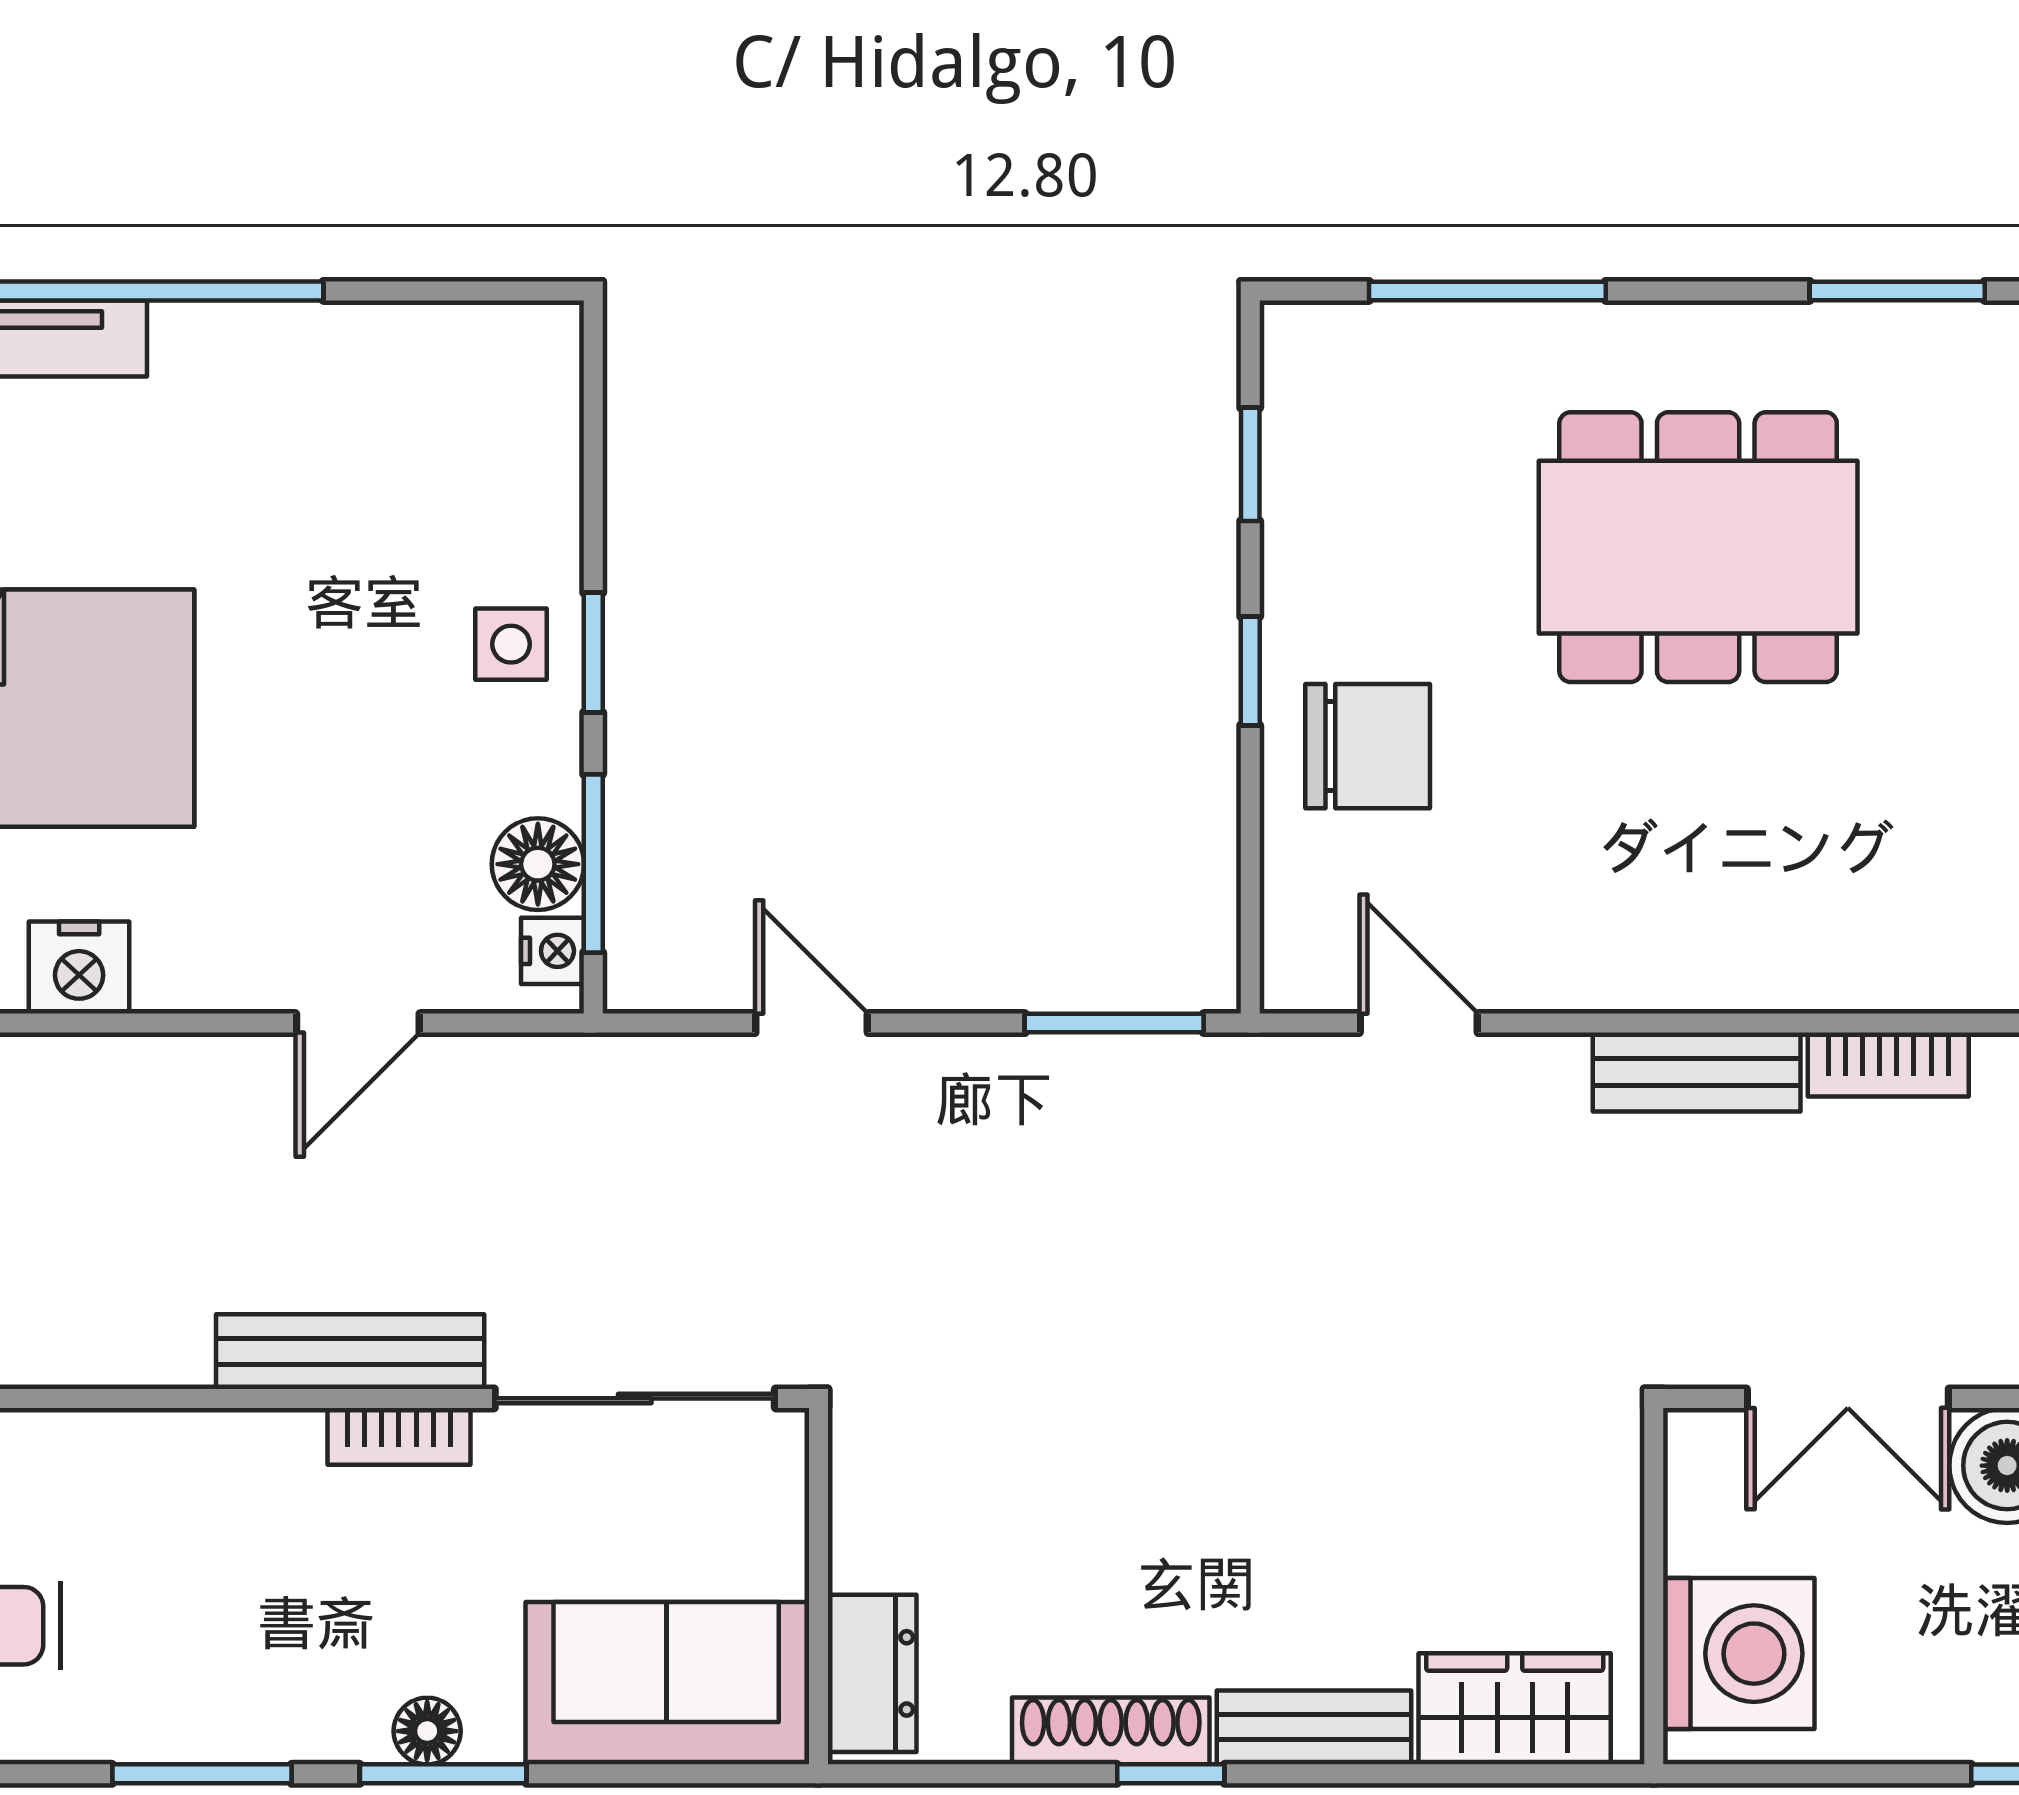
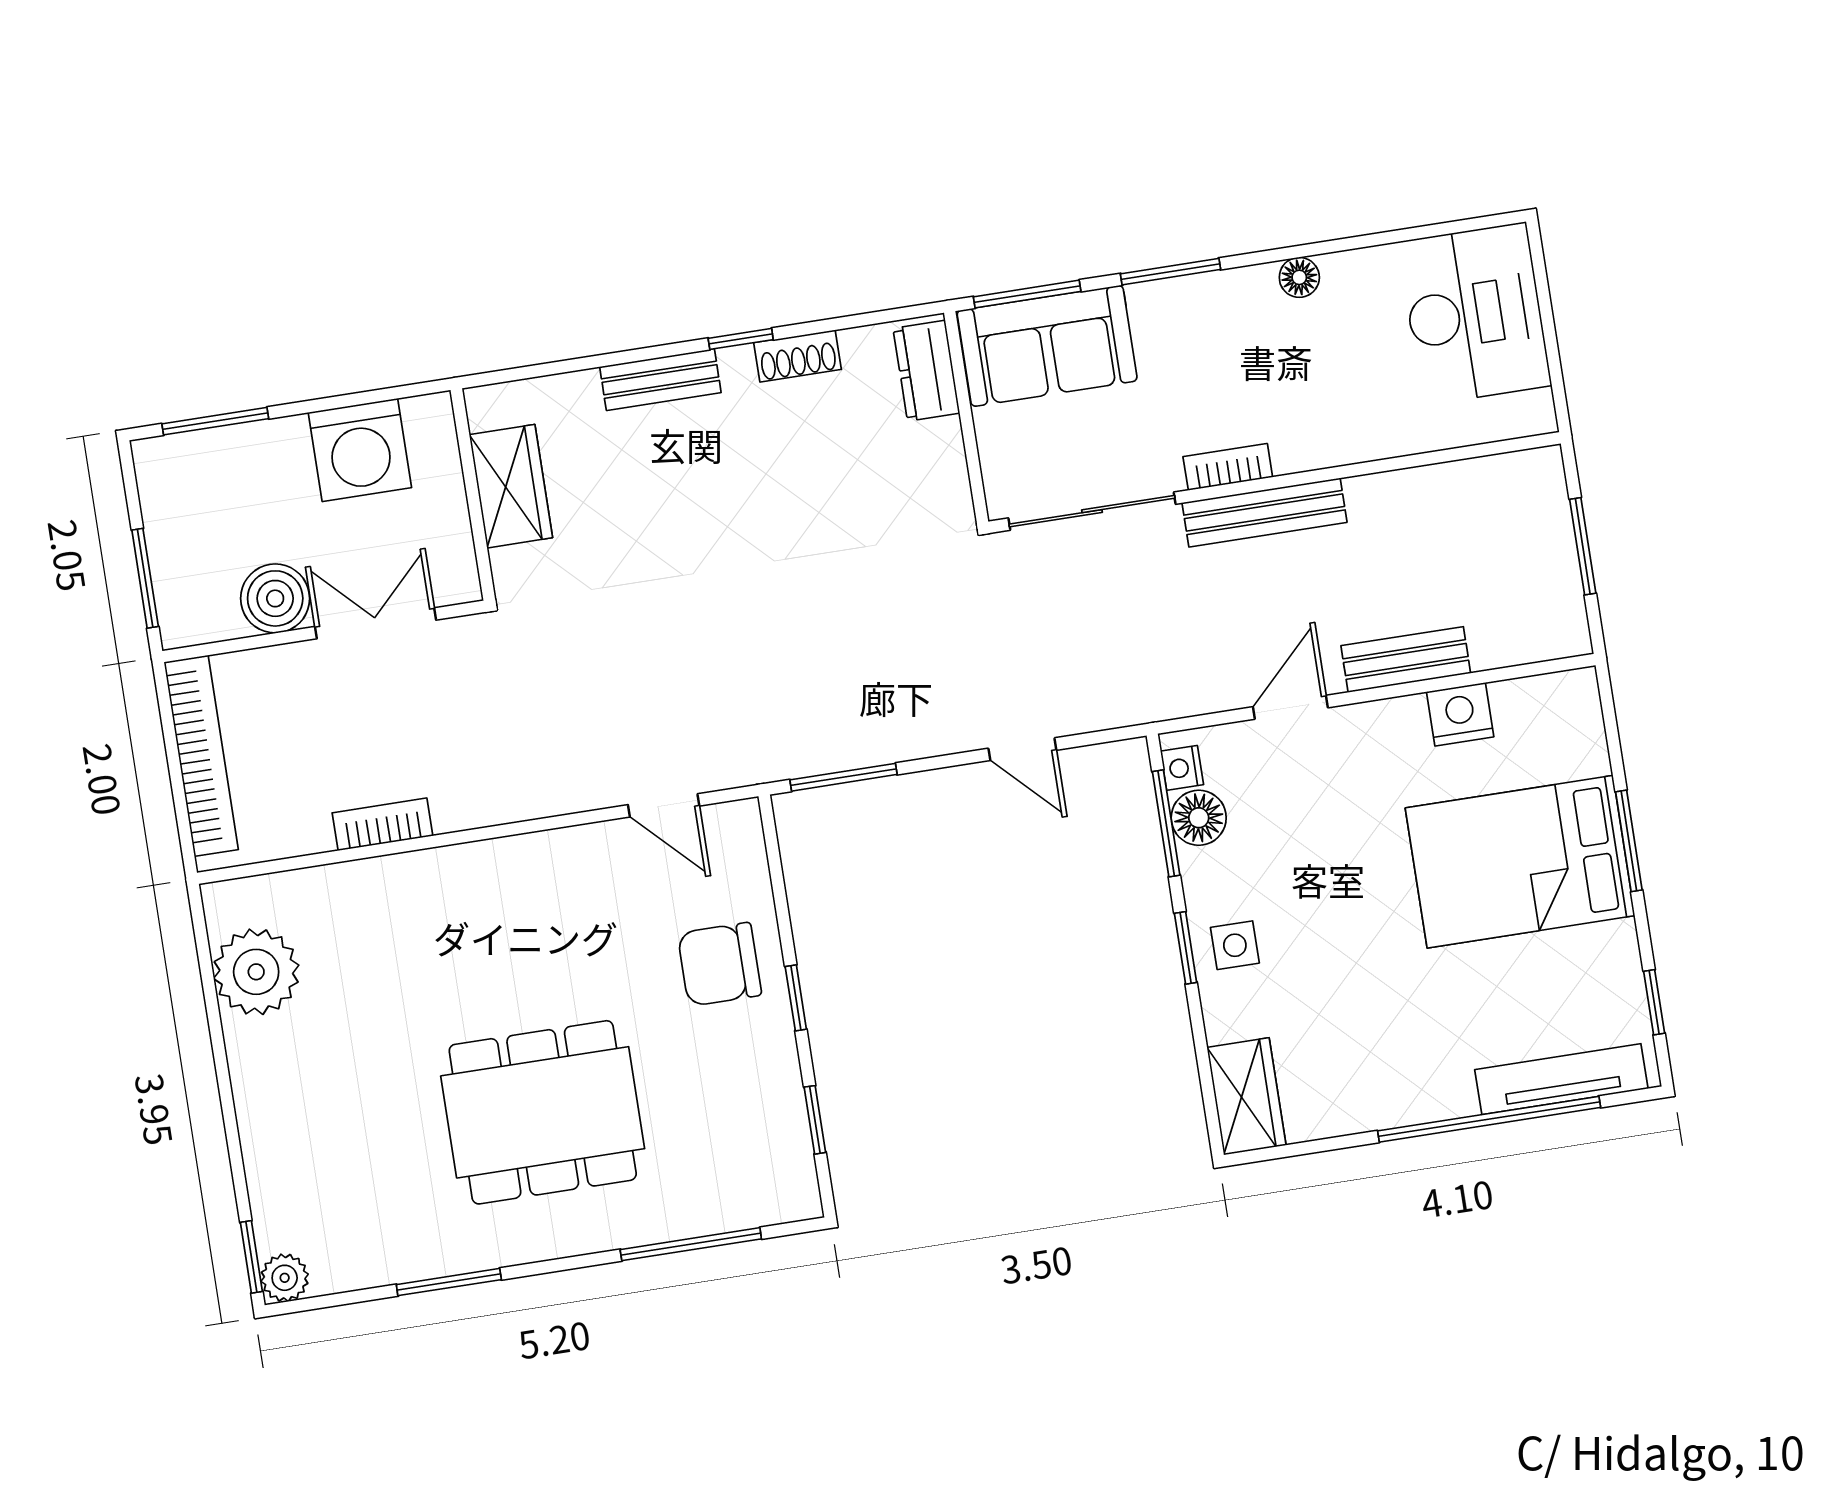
wardrobe: (531, 391) -> (1246, 1096), added
bench: (1697, 1072) -> (1406, 660), moved
washing machine: (1739, 1654) -> (360, 450), moved, turned -90
wardrobe: (1515, 1709) -> (511, 486), moved, turned -90
floor lamp: (427, 1731) -> (1299, 277), moved
shoe rack: (1111, 1731) -> (798, 356), width x0.70
window: (202, 1774) -> (1027, 294), moved

